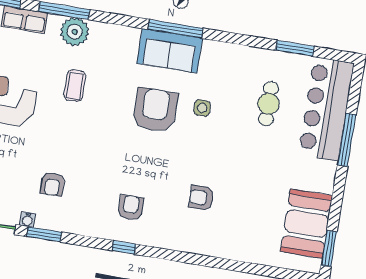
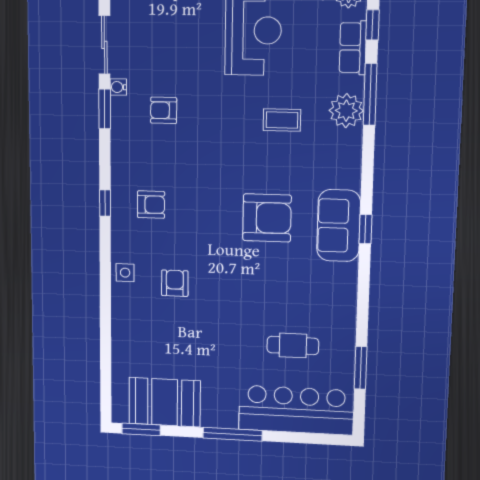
window: (176, 29) -> (365, 229), width x0.46
side table: (202, 108) -> (125, 273), moved
window: (347, 140) -> (233, 434), moved

